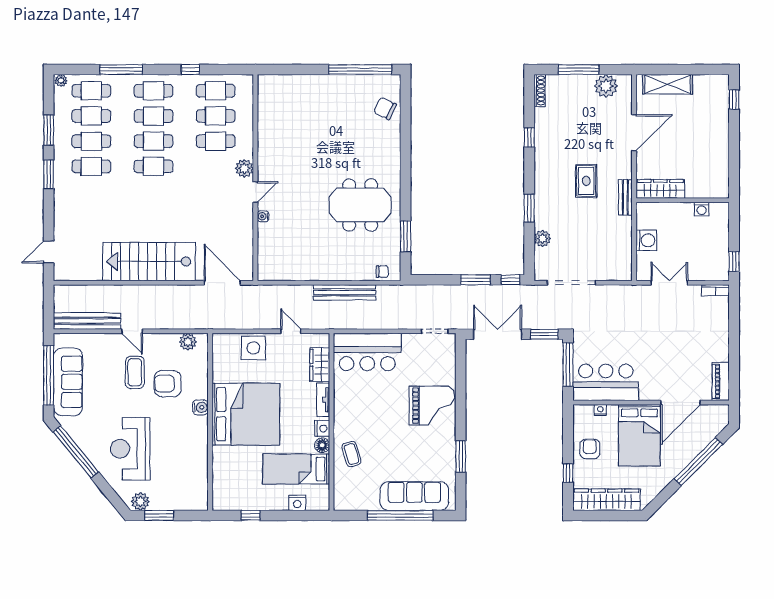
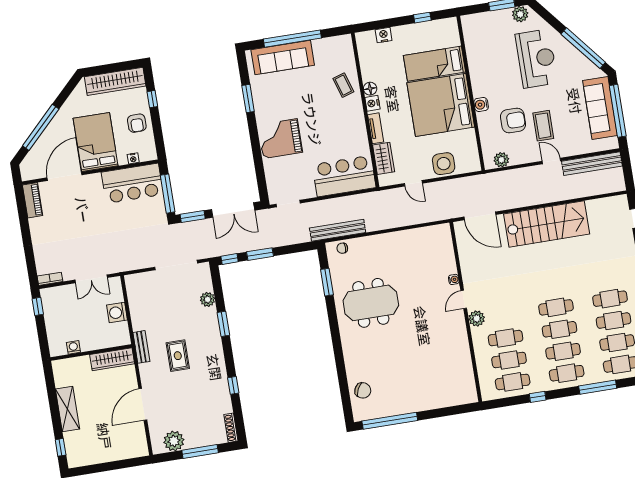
shelving: (668, 84) -> (68, 409), moved, turned 90
bench: (345, 292) -> (338, 230), moved
bed: (296, 469) -> (434, 64), moved, turned 180

